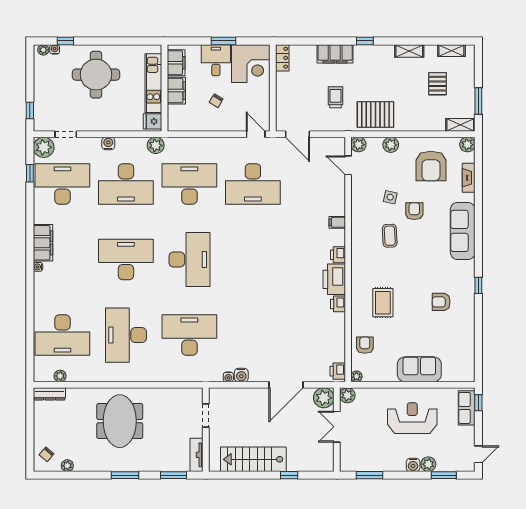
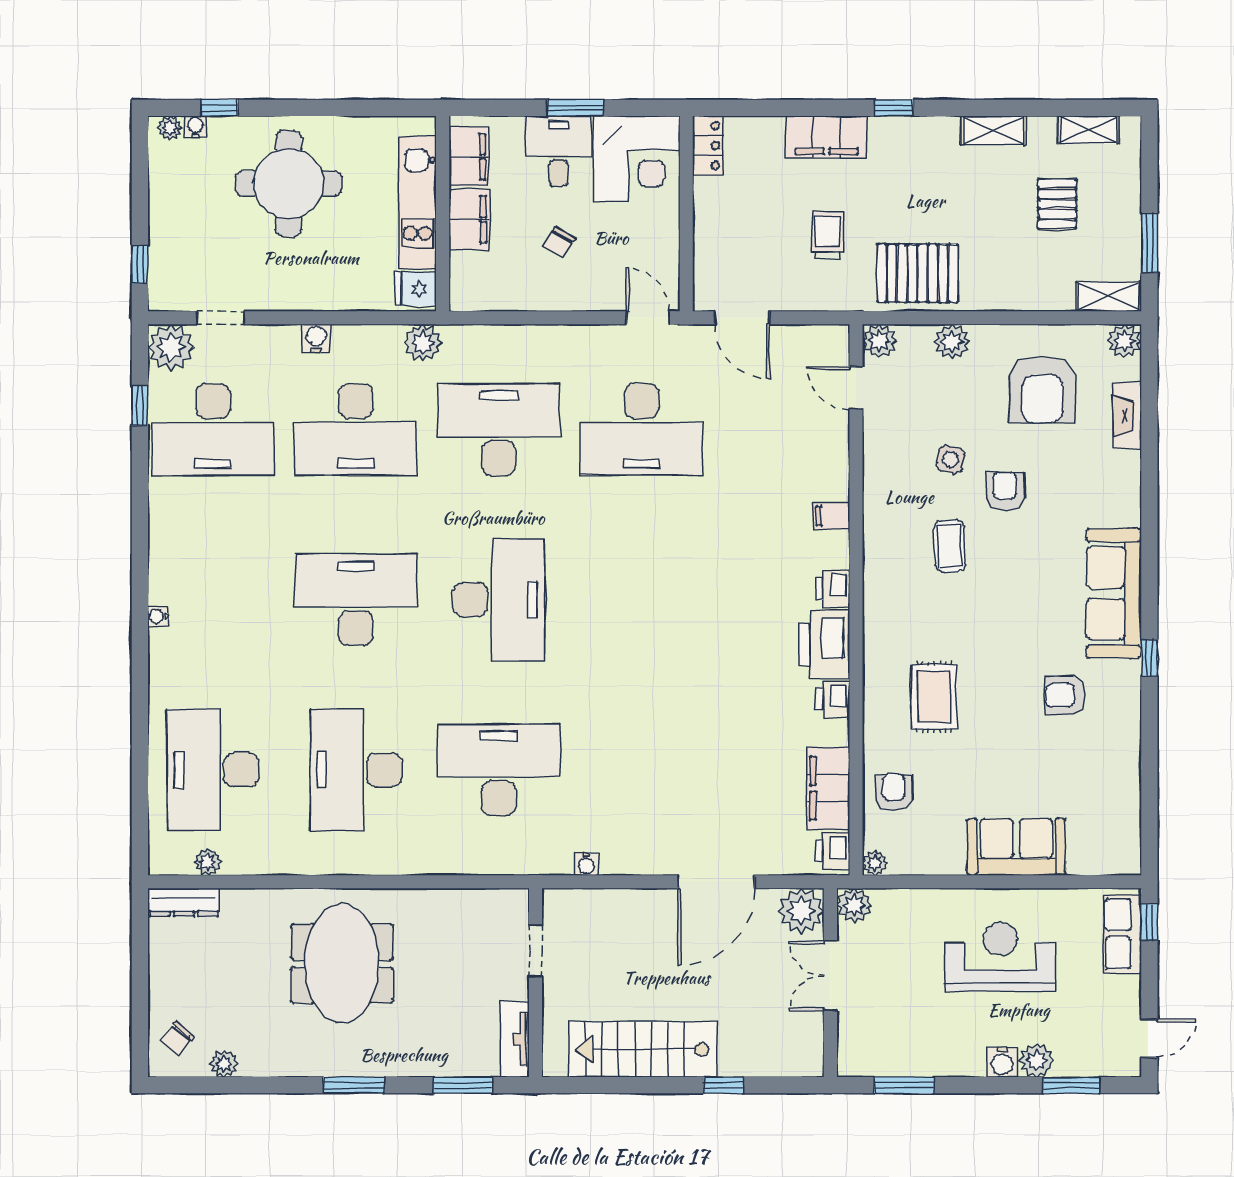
desk: (62, 184) -> (213, 430), turned 180
sofa: (463, 231) -> (1114, 593), moved
filing cabinet: (43, 243) -> (828, 788), moved, turned 180
desk: (62, 335) -> (213, 770), turned 90
water cooler: (241, 375) -> (616, 860), removed

